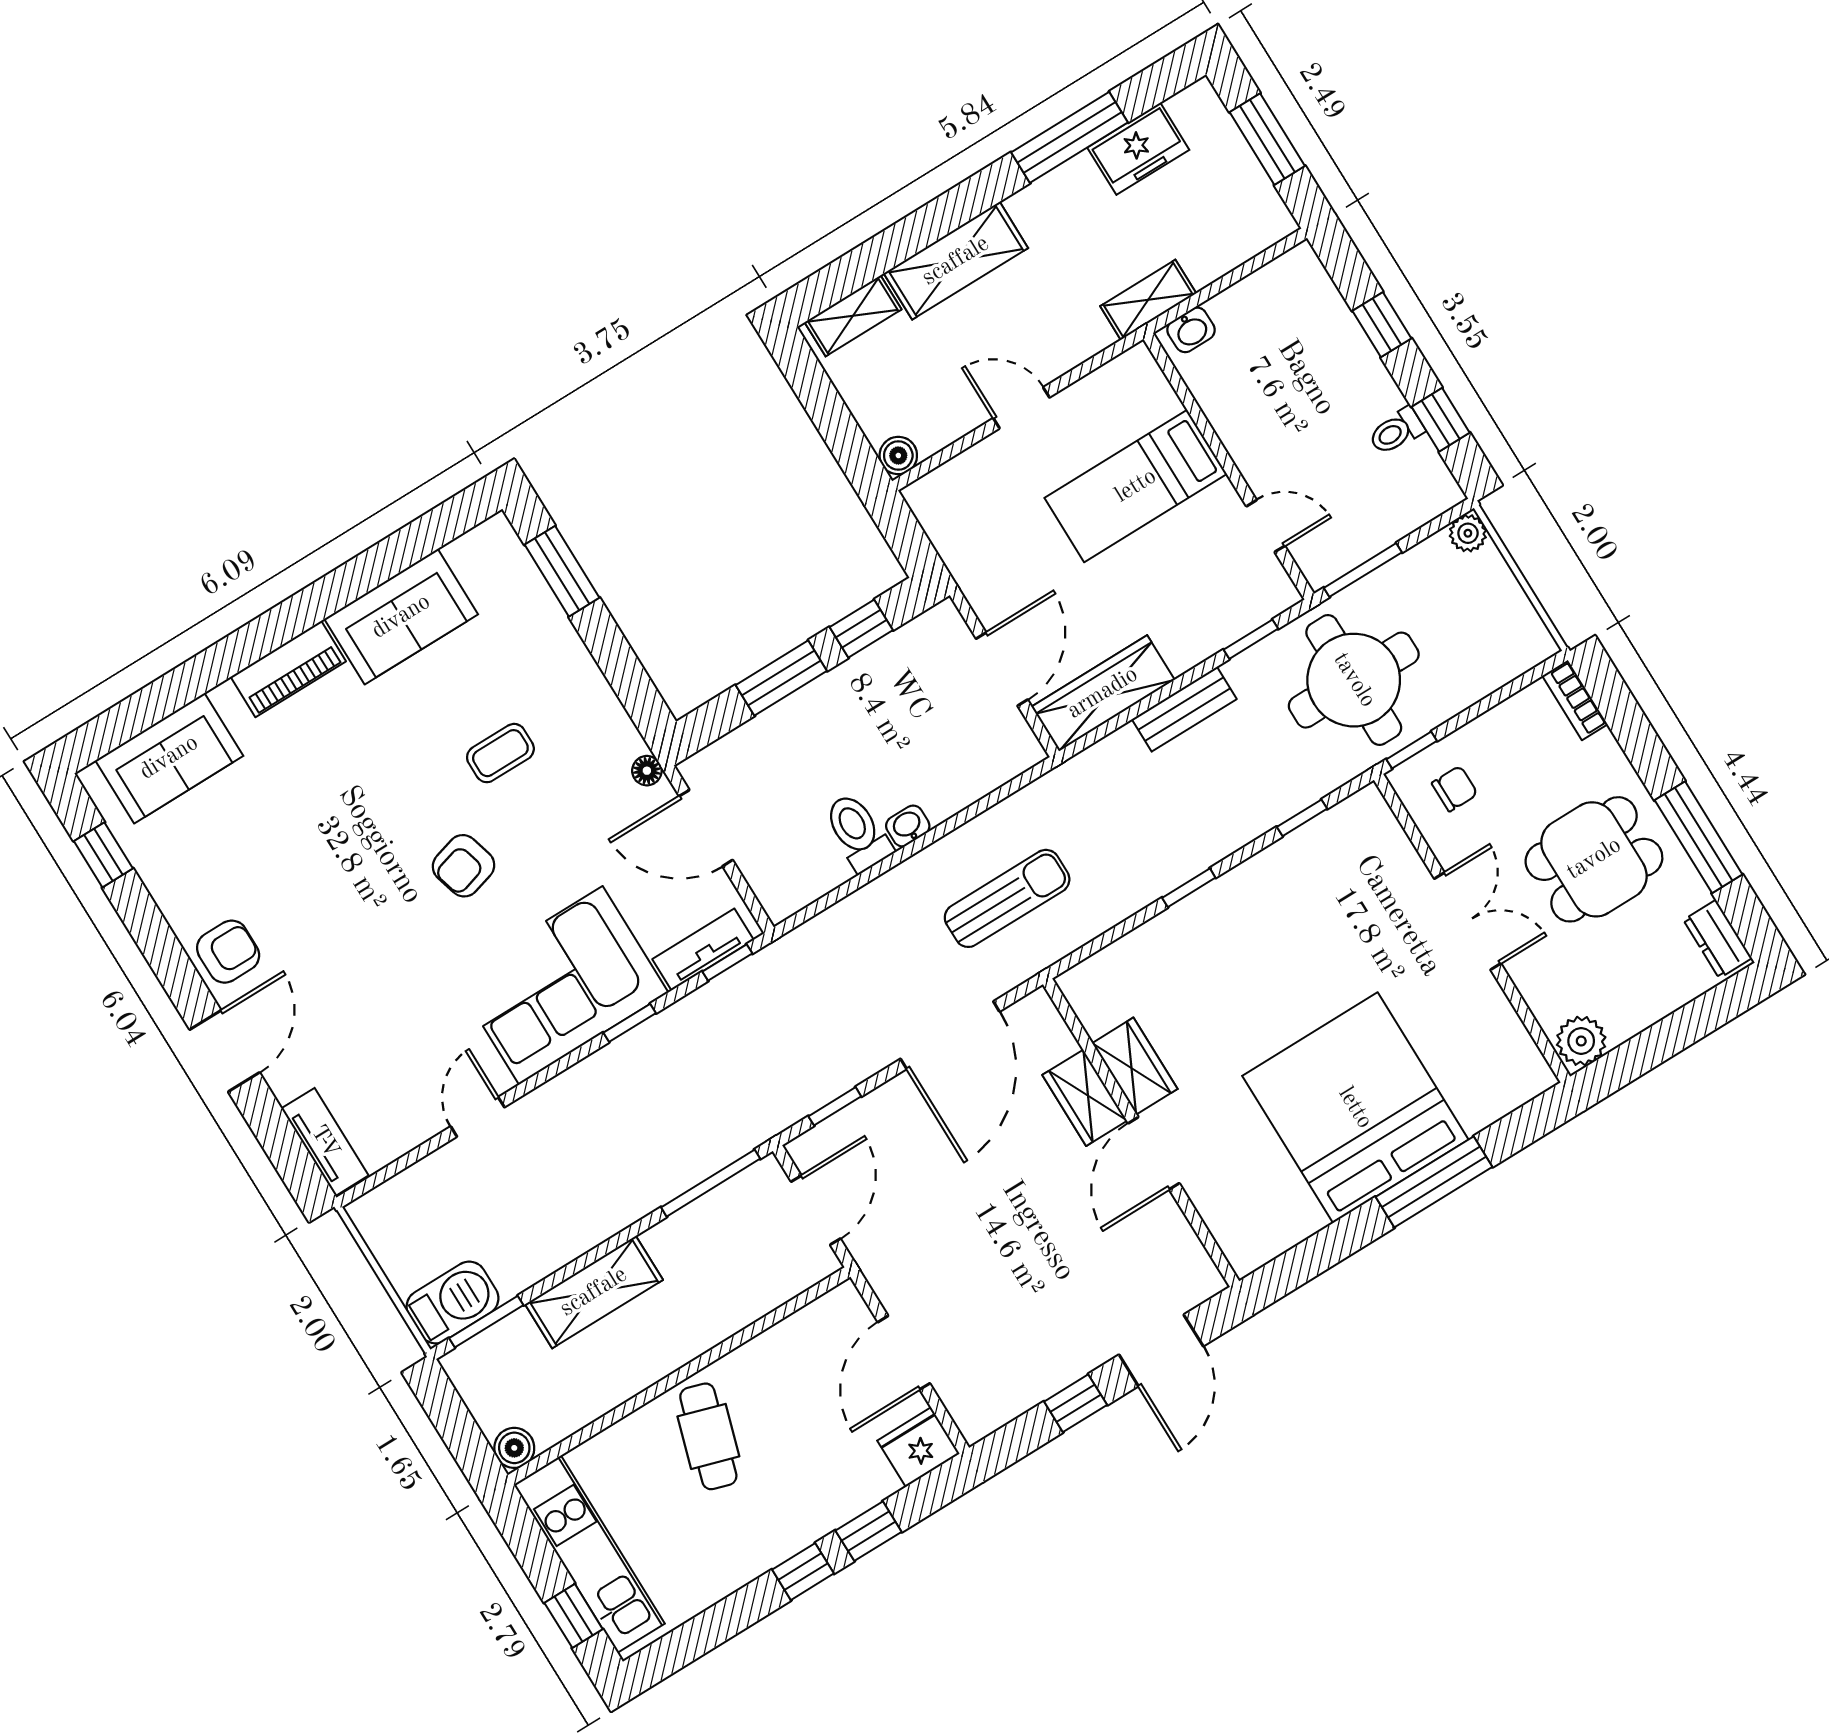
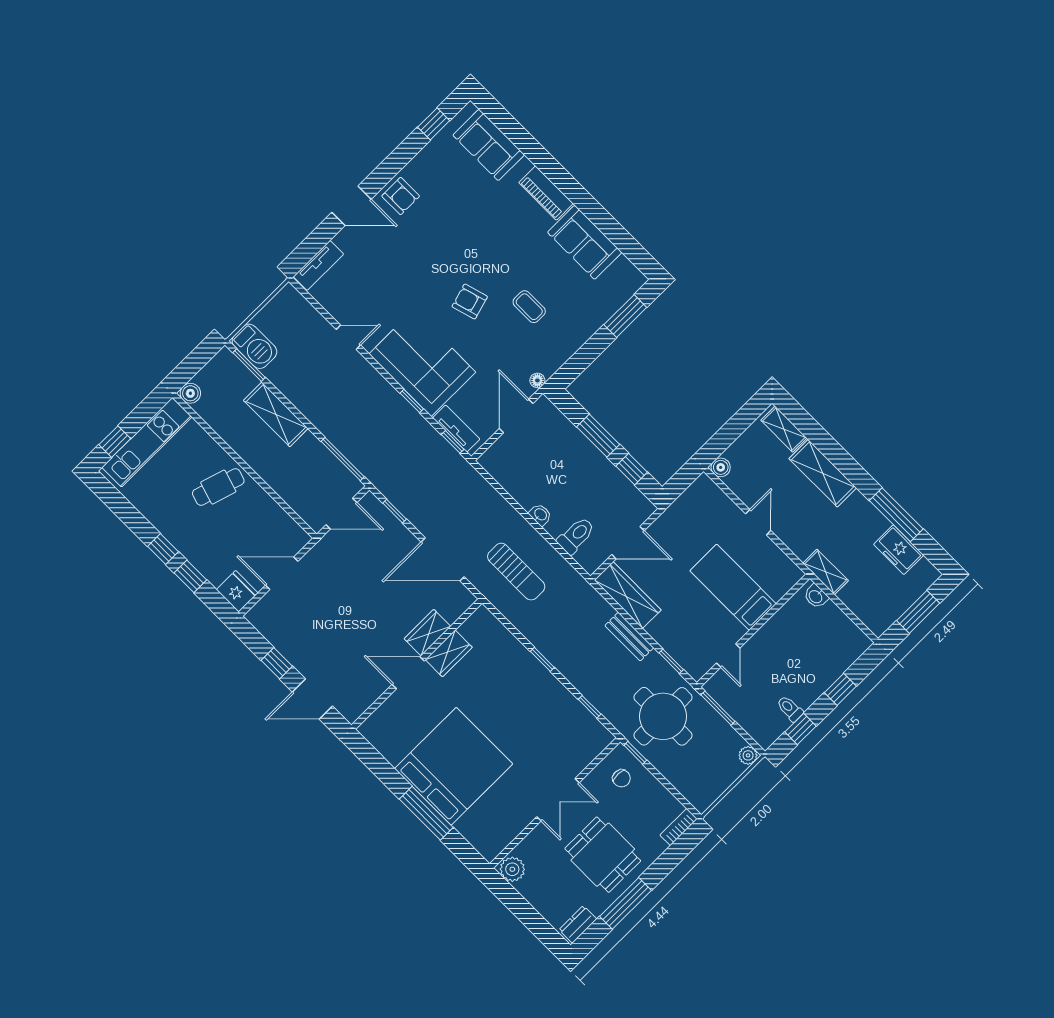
toilet: (858, 832) -> (576, 535), moved

